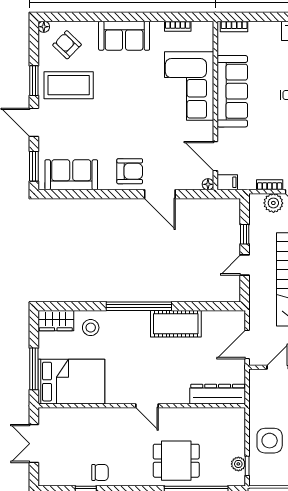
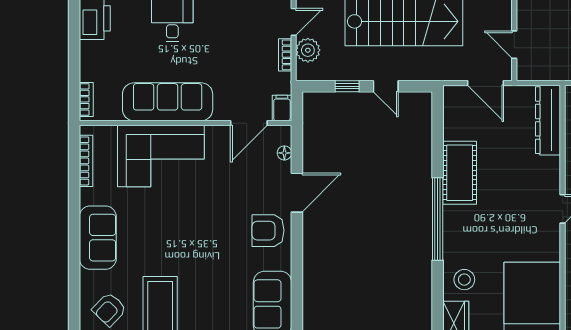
bookcase: (178, 26) -> (86, 161), width x1.56
armchair: (130, 171) -> (268, 231), turned -90
floor lamp: (208, 184) -> (284, 153), moved

